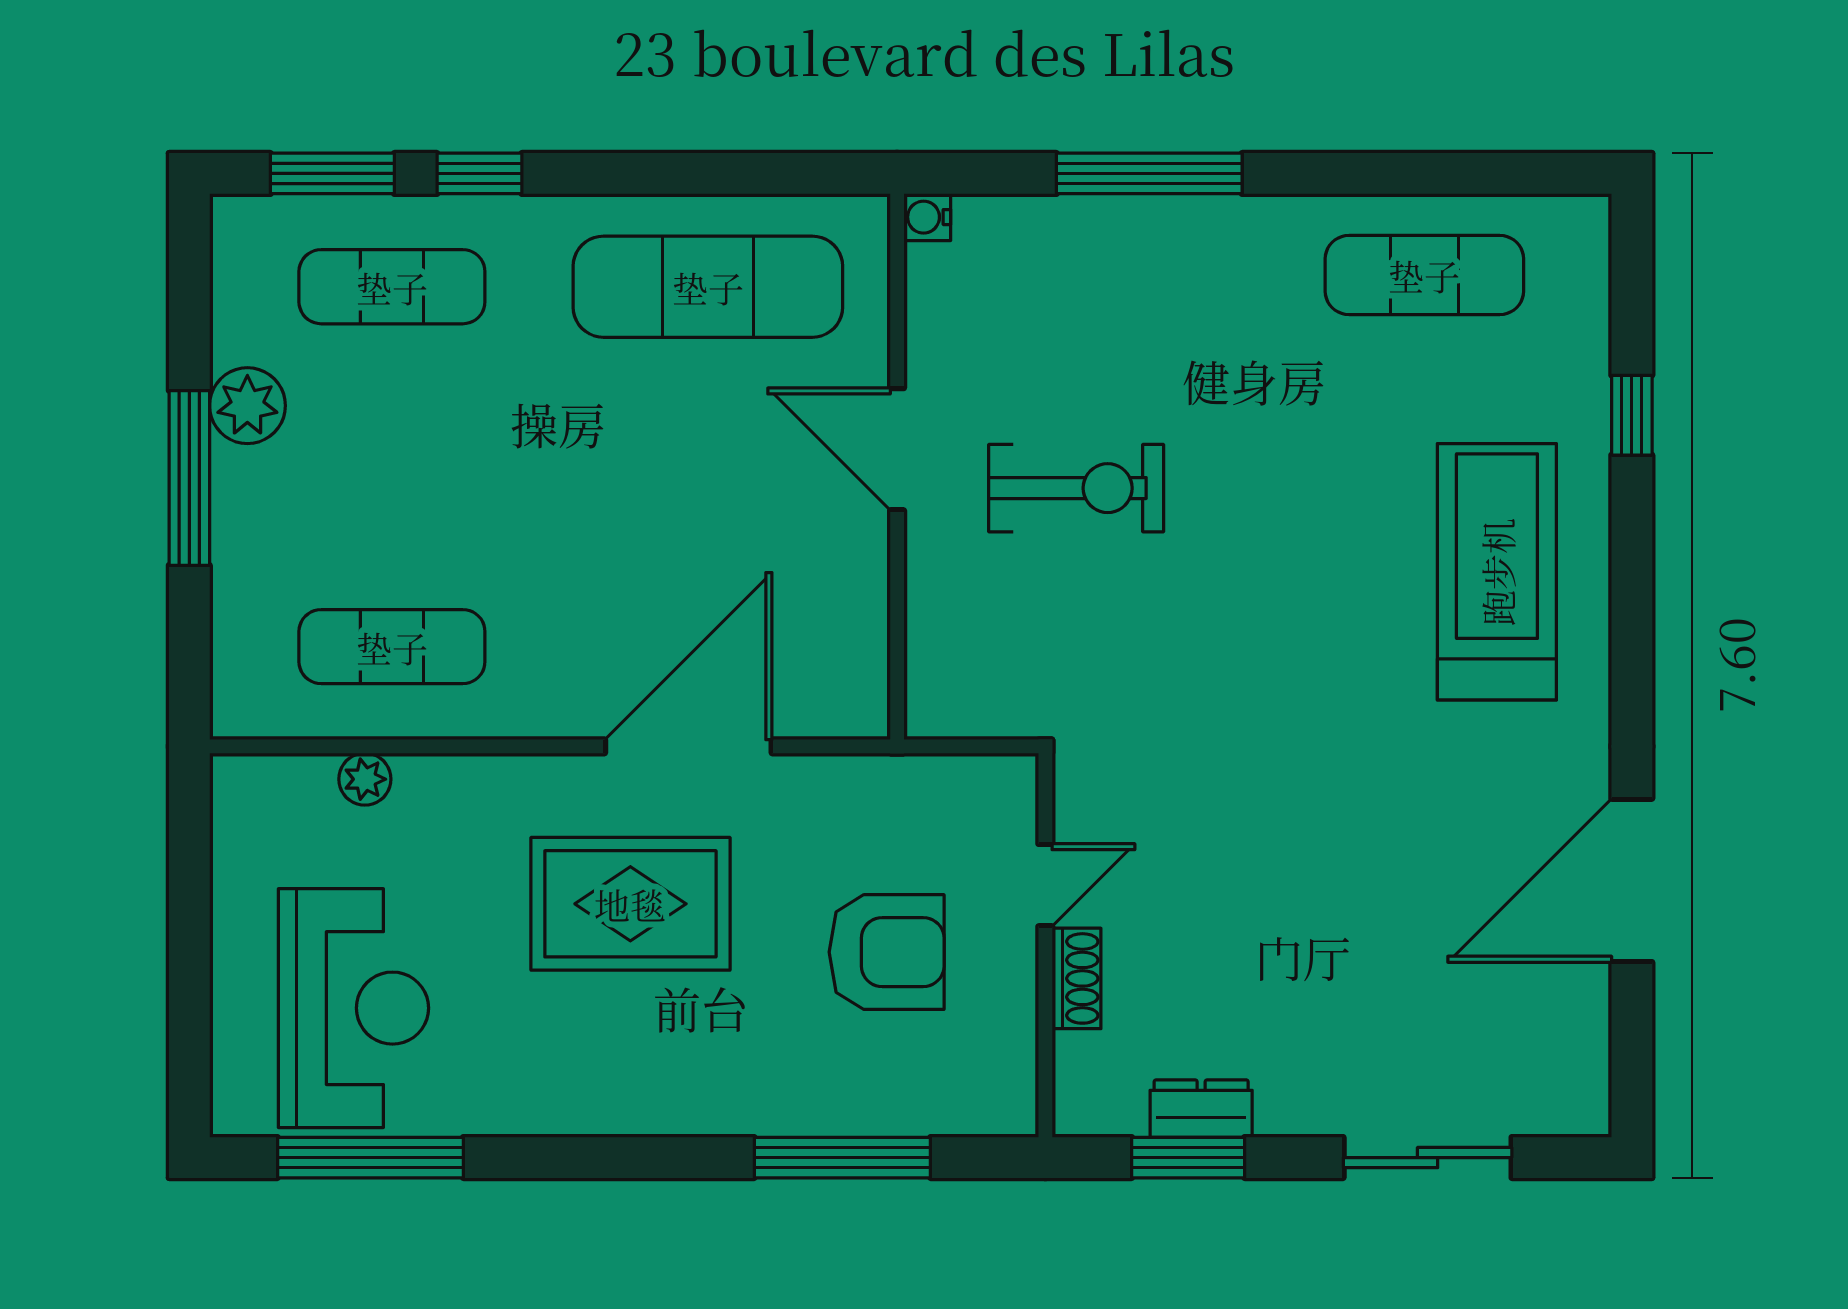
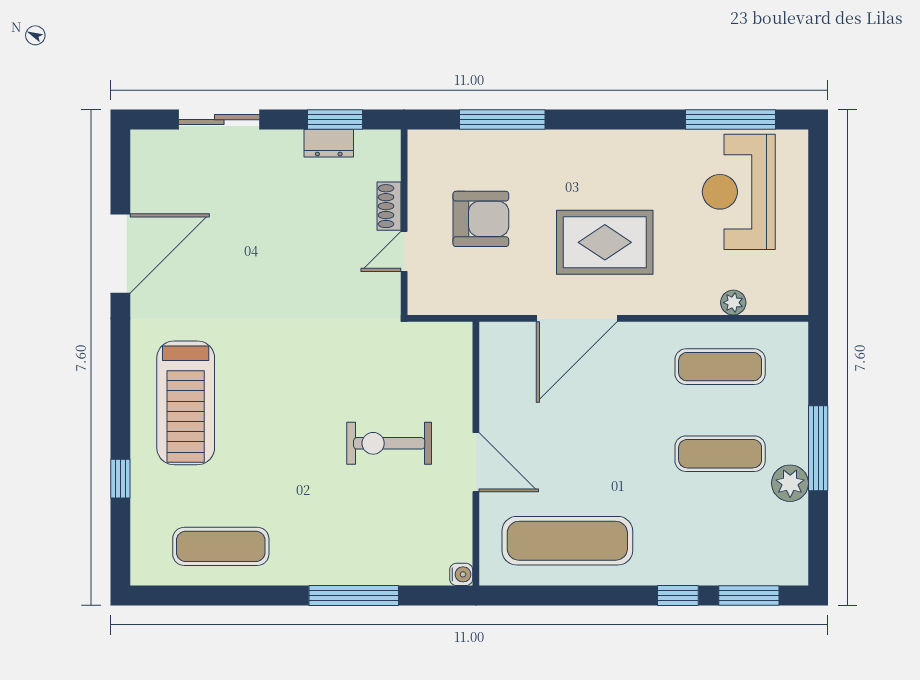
exercise mat: (392, 287) -> (720, 454), moved
armchair: (887, 952) -> (481, 219), turned 180

